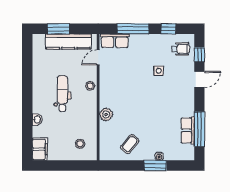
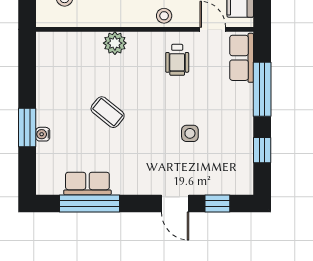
wheelchair: (181, 49) -> (177, 60), moved
coffee table: (130, 144) -> (108, 112), moved

